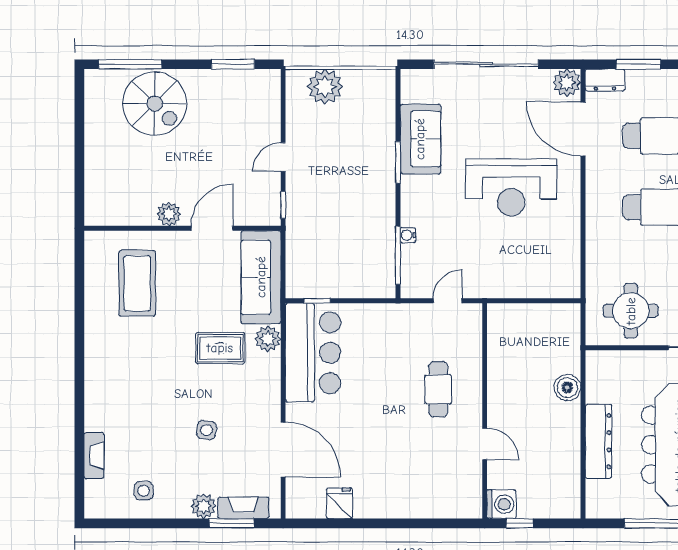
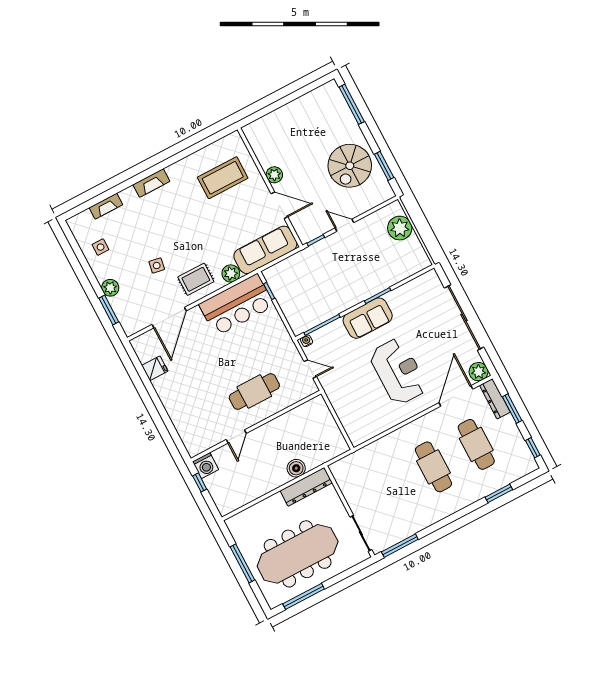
dresser: (605, 80) -> (495, 399), width x1.44
spiral stairs: (155, 104) -> (350, 166), moved
sofa: (420, 139) -> (368, 318), moved
reception desk: (511, 187) -> (398, 371), turned 180
water cooler: (408, 235) -> (307, 341), moved
round table: (631, 311) -> (362, 482), removed
rug: (220, 348) -> (196, 279), moved, turned 90
cafe table: (438, 389) -> (254, 391), width x1.37, depth x1.35
dresser: (599, 441) -> (306, 487), moved
fireplace: (243, 508) -> (151, 183), moved, turned 90

